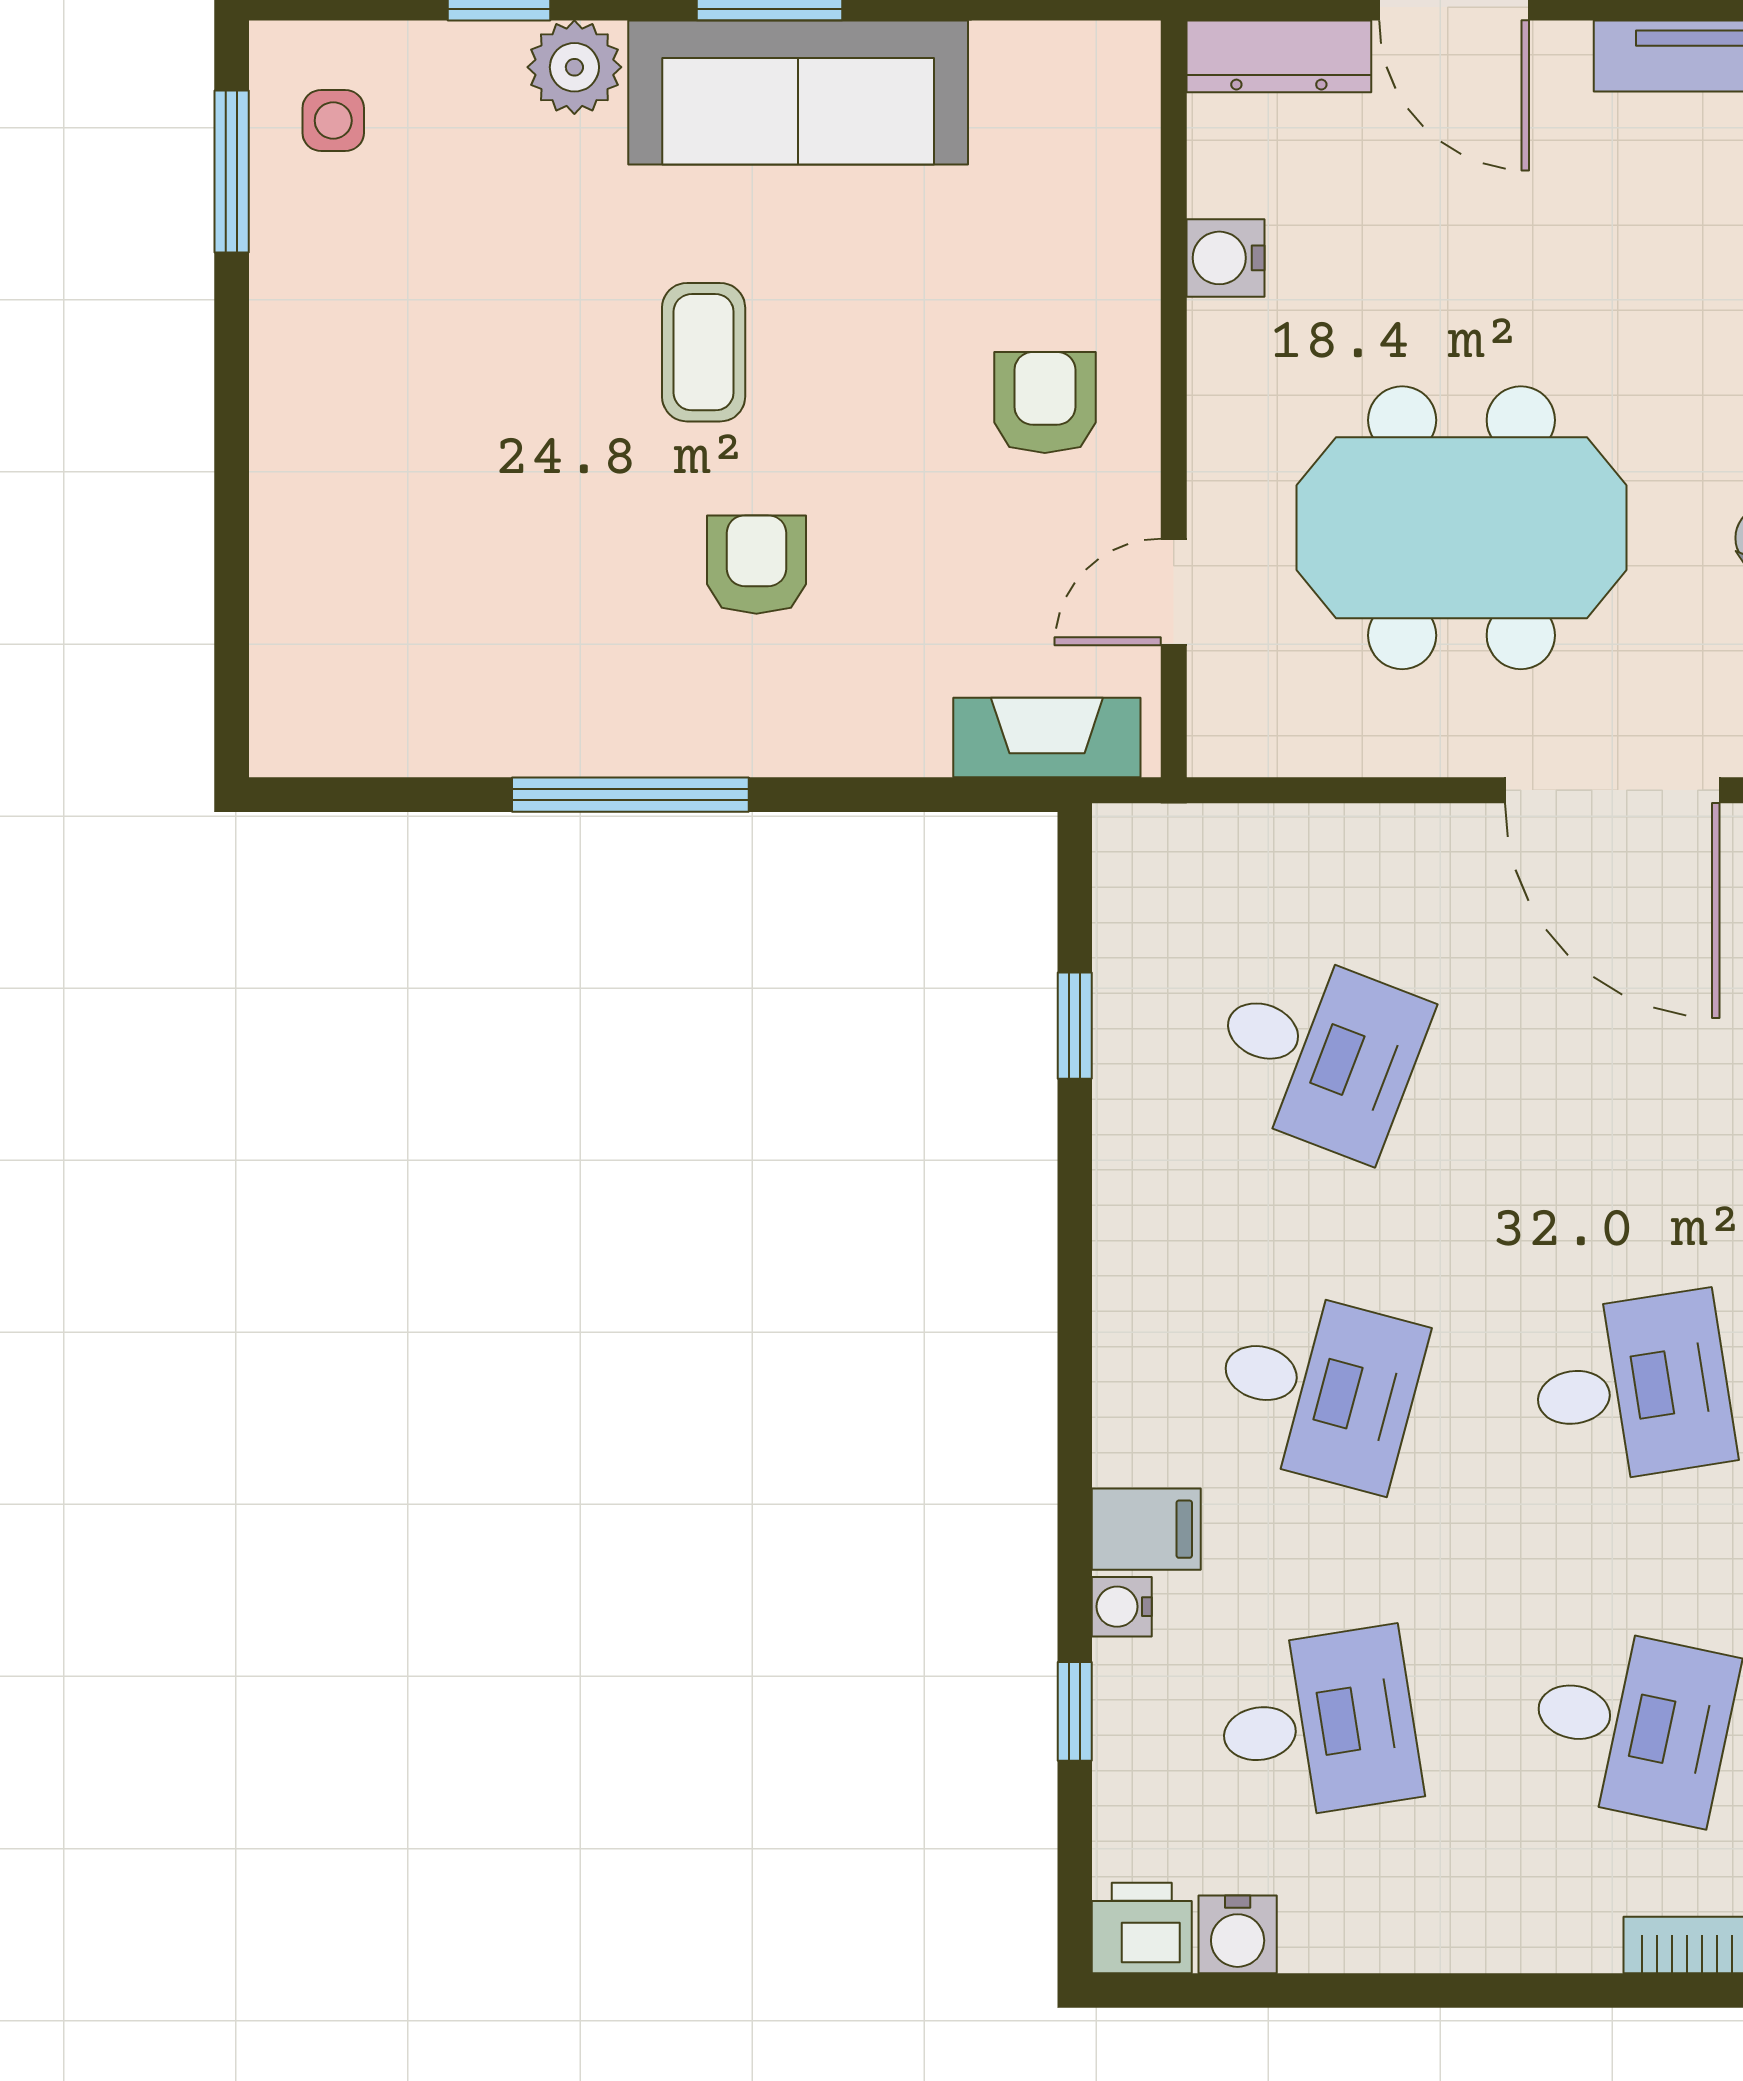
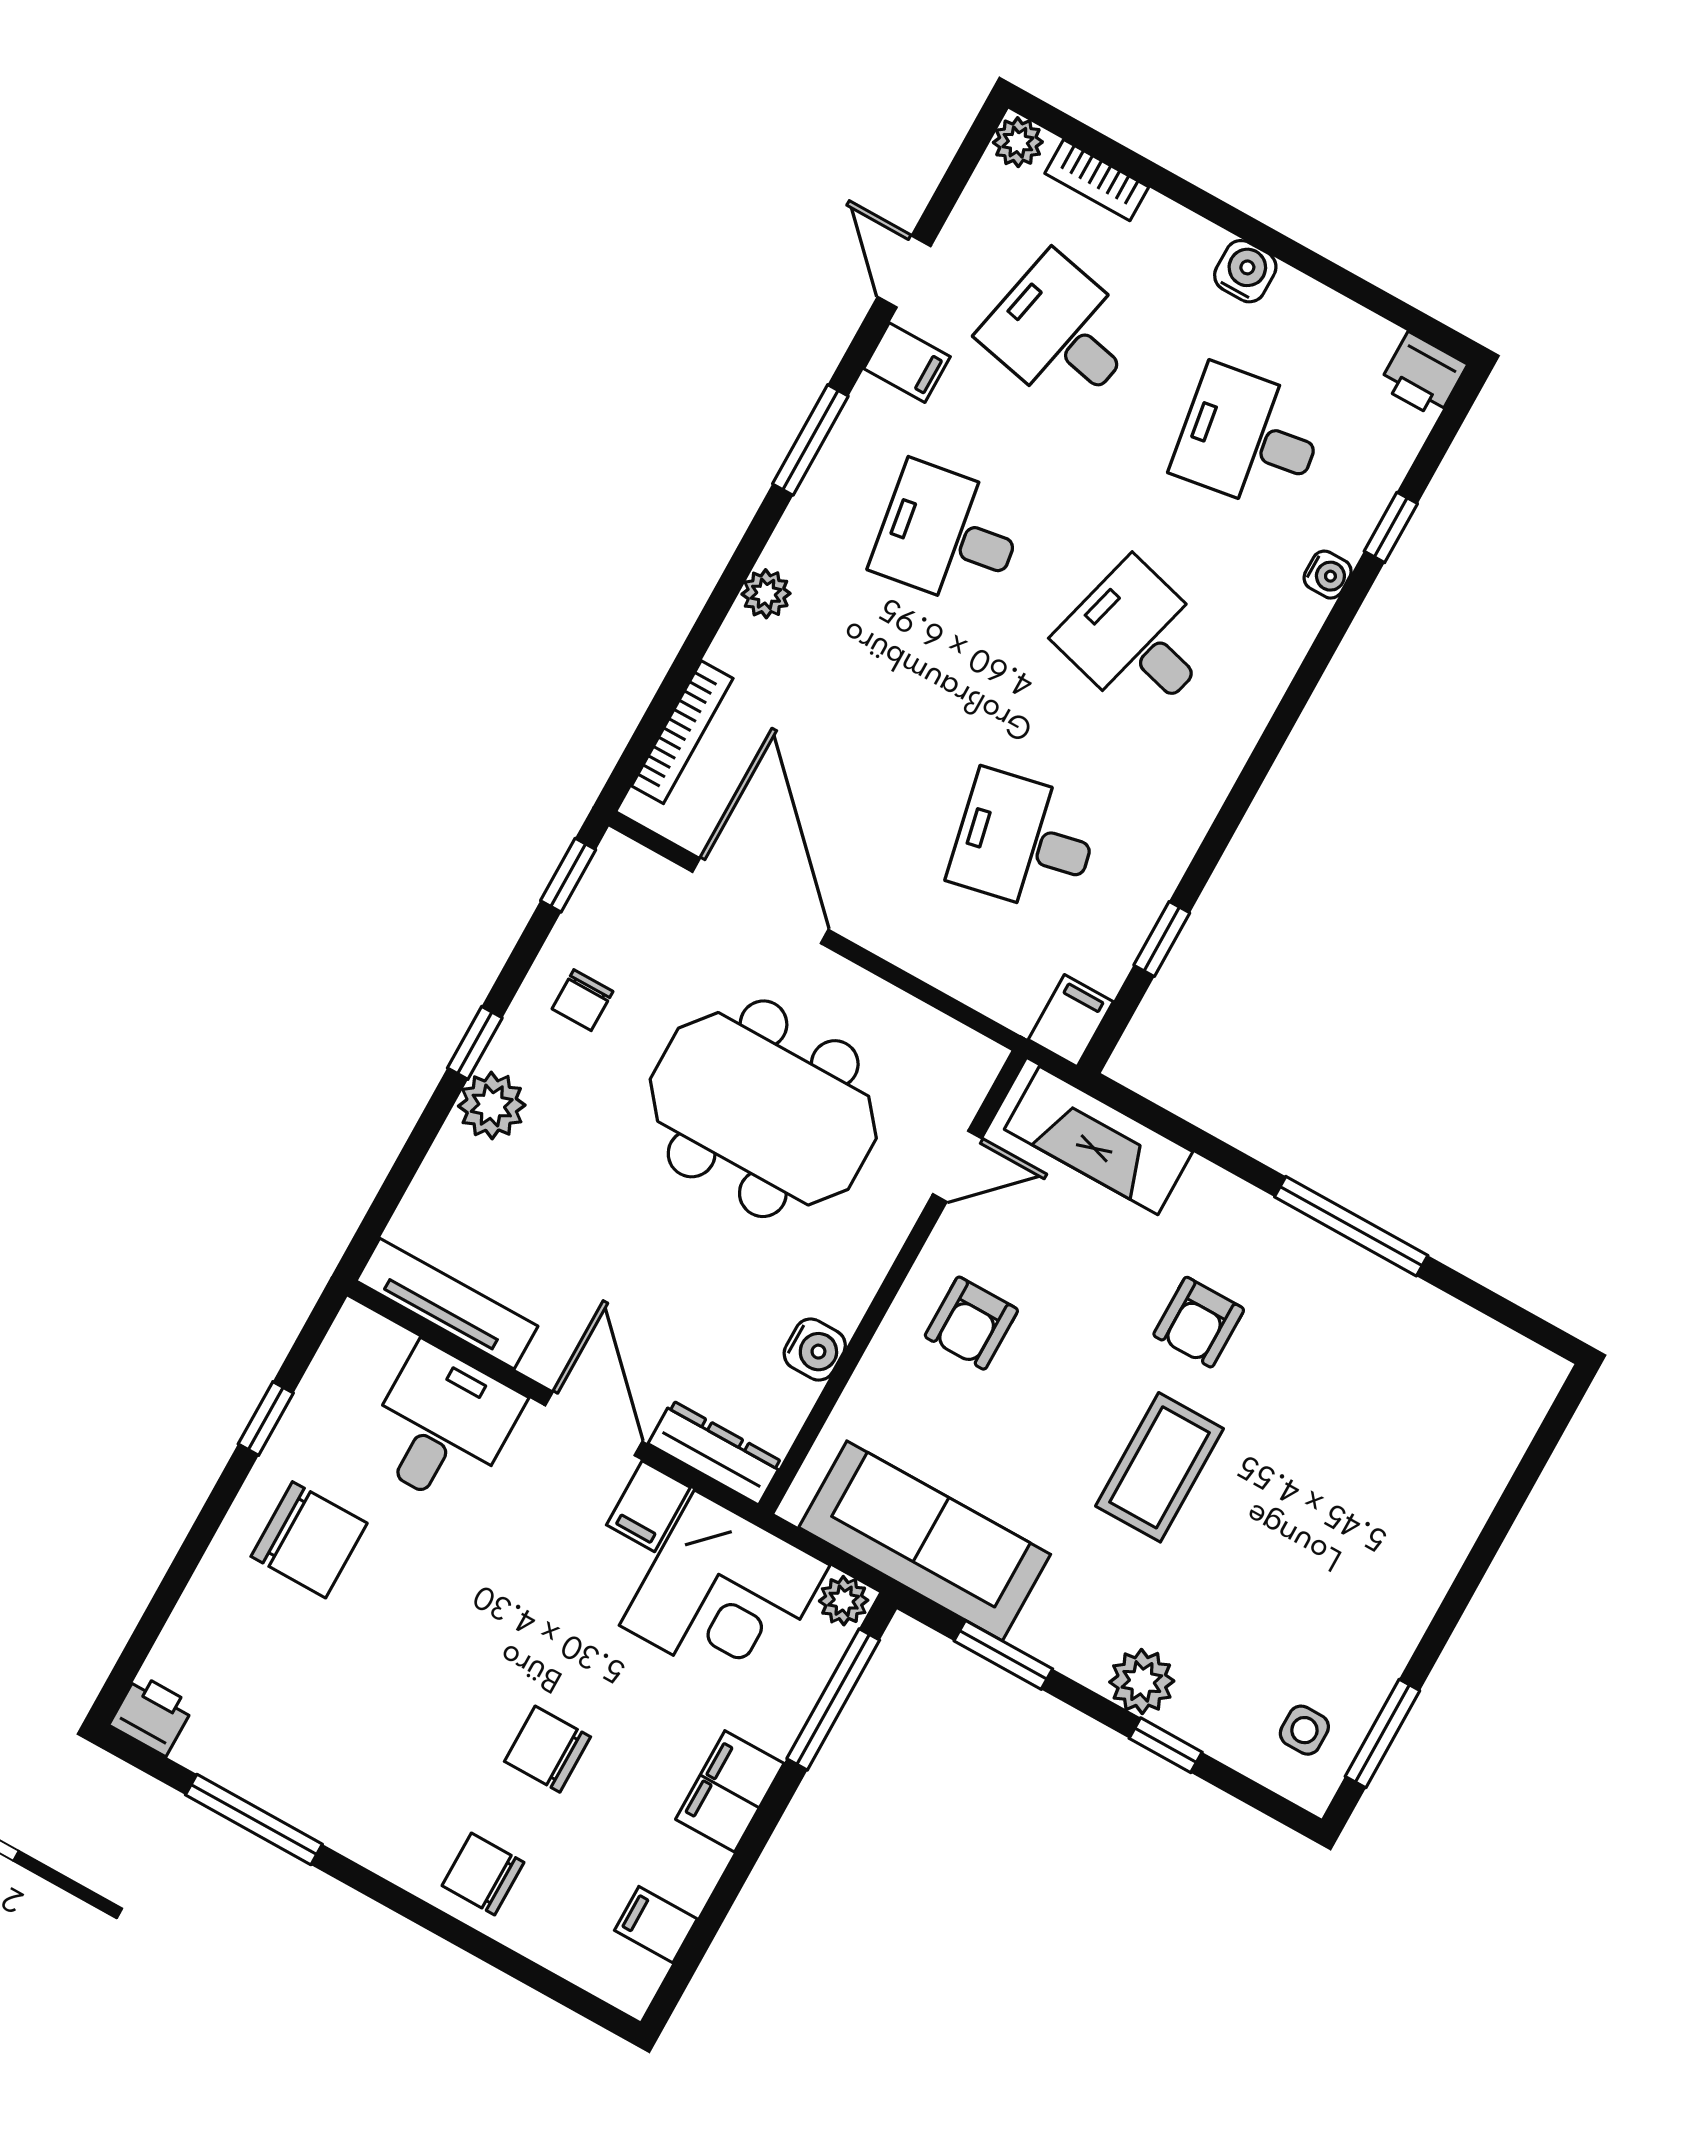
sofa: (798, 92) -> (925, 1541), moved
coffee table: (704, 352) -> (1159, 1467), width x1.36, depth x1.30
fireplace: (1047, 737) -> (1099, 1140), width x1.37, depth x1.32
desk: (1318, 1052) -> (1025, 842), turned -33
filing cabinet: (1146, 1529) -> (1071, 1021), moved, turned 90
water cooler: (1238, 1934) -> (1245, 271), moved

